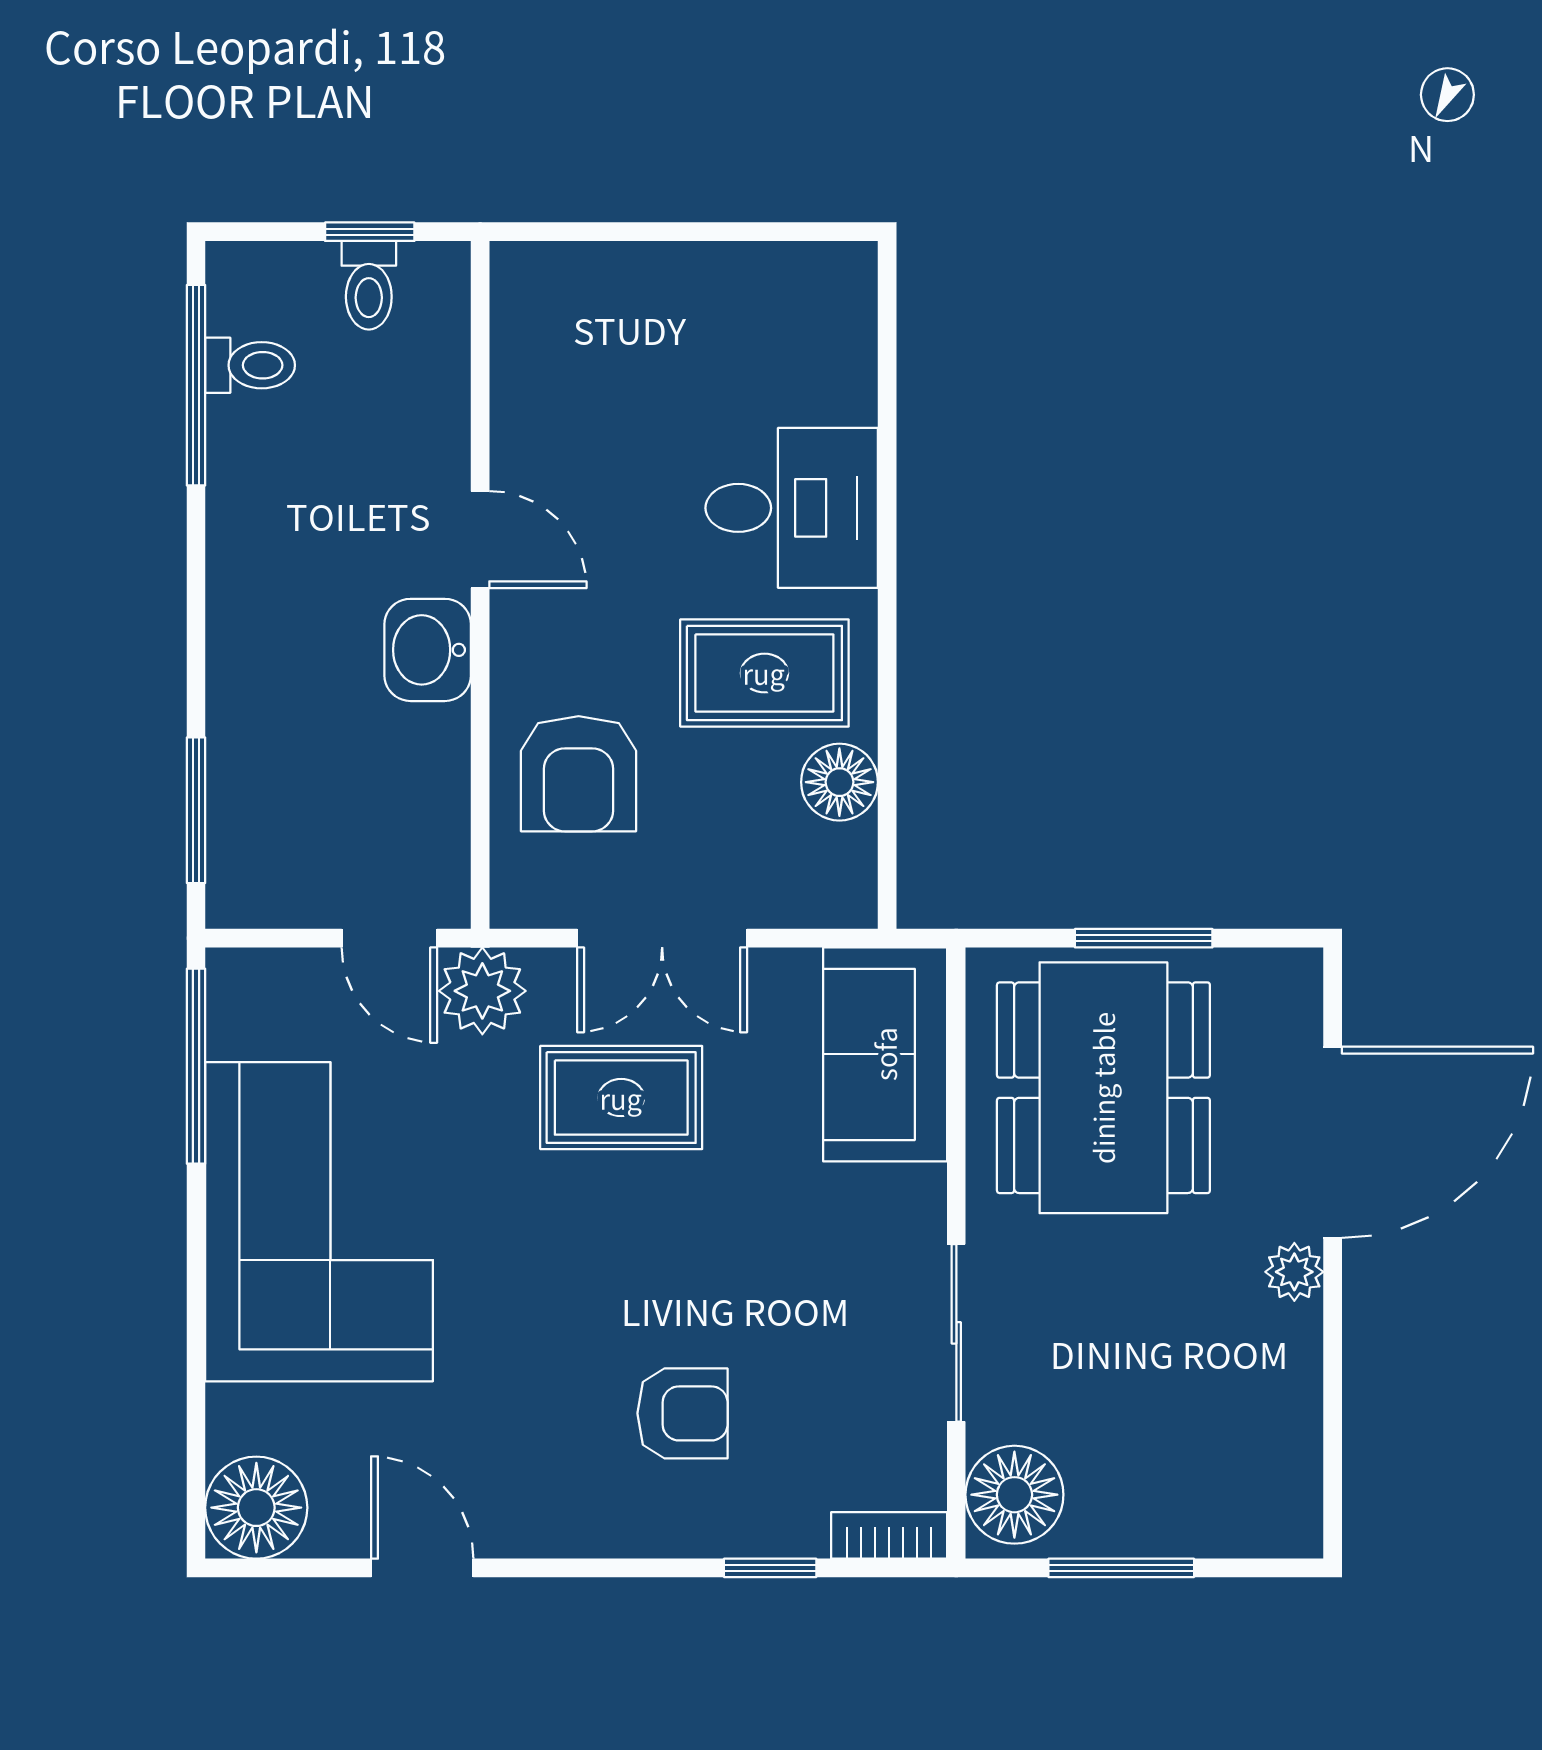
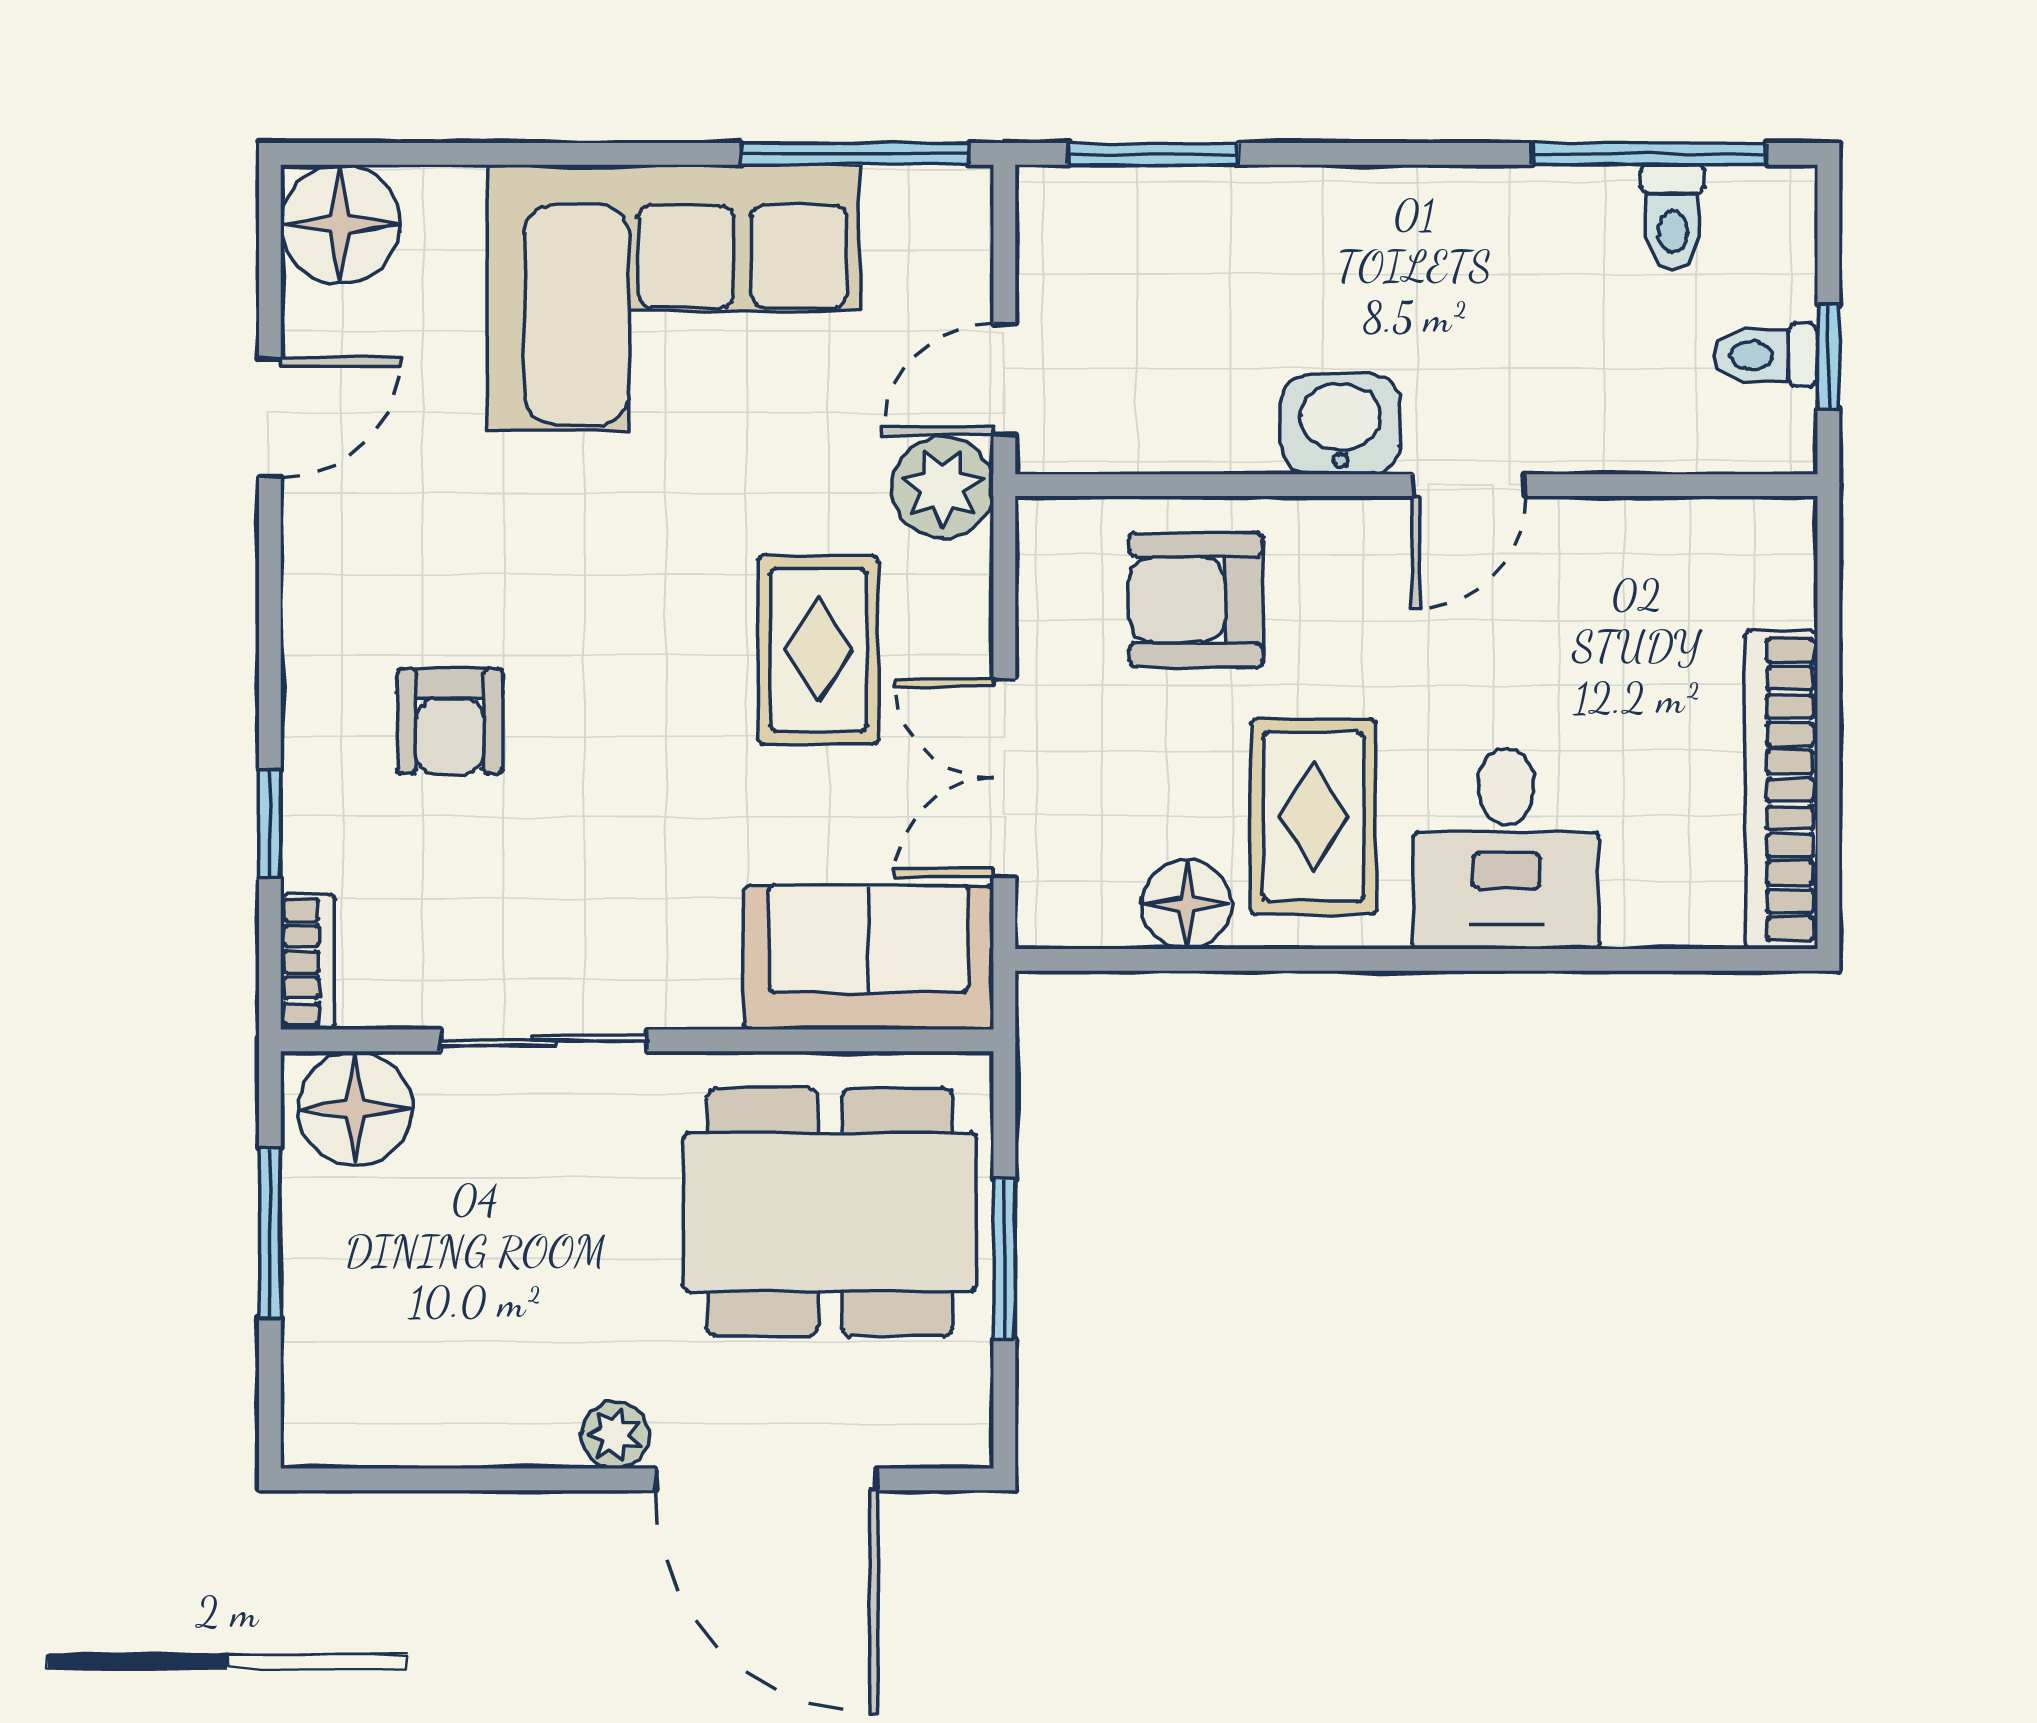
bookcase: (741, 272) -> (1781, 790), added
double door: (662, 938) -> (1004, 778), moved

